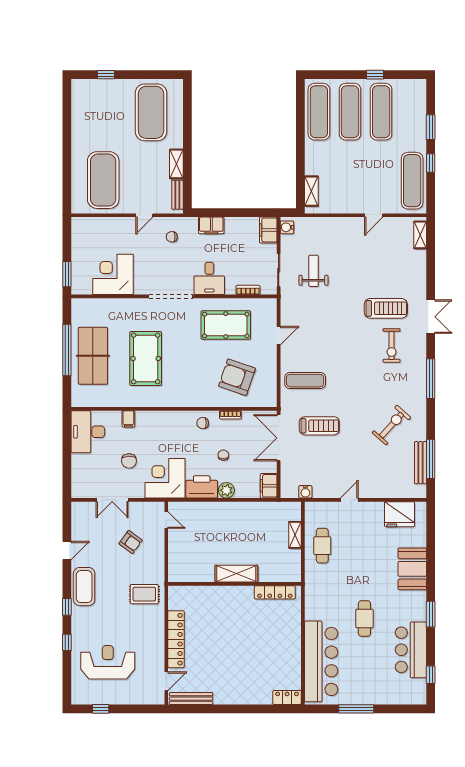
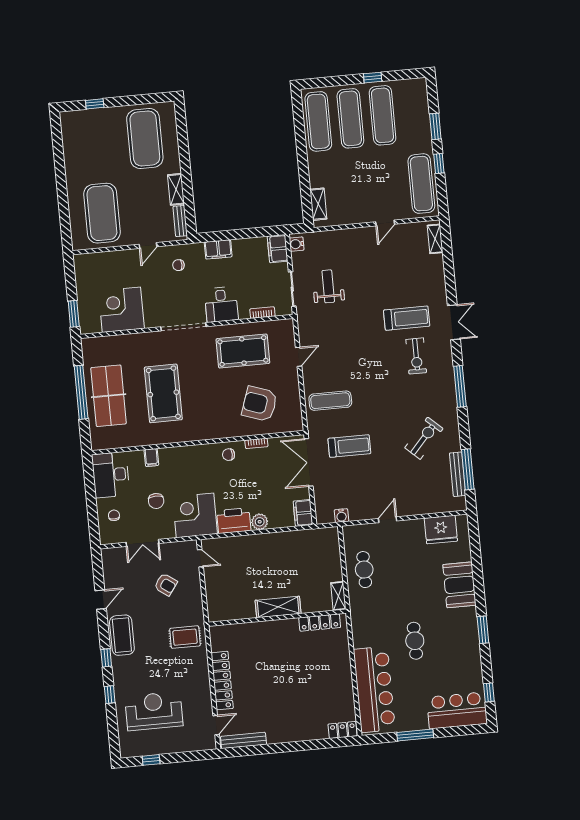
chair: (223, 455) -> (114, 515), moved
shelving: (295, 535) -> (338, 596), moved
bar counter: (411, 650) -> (457, 710), moved, turned 90

